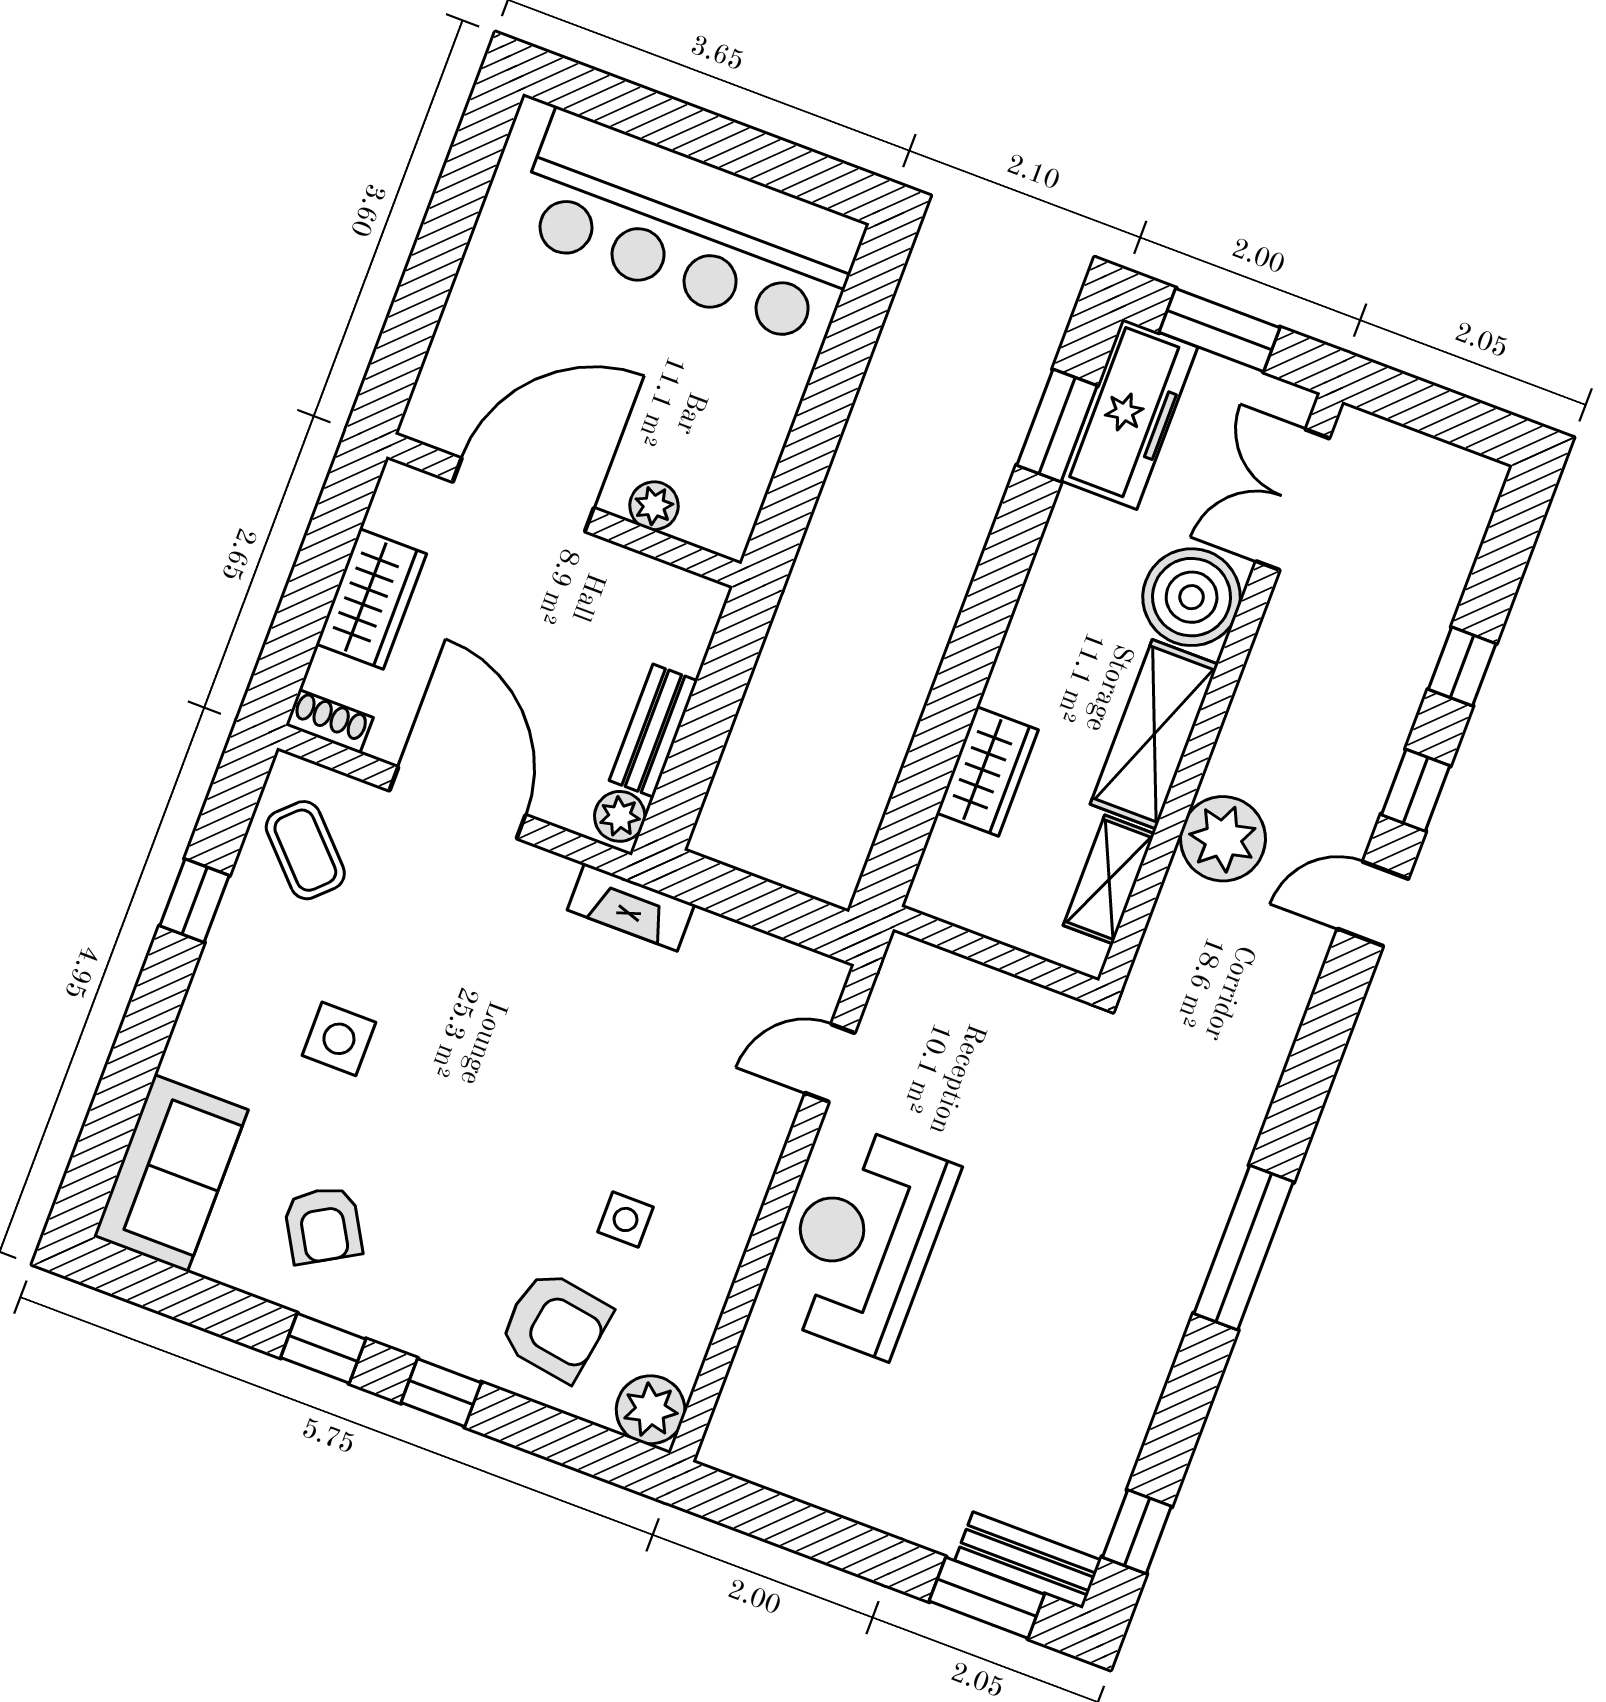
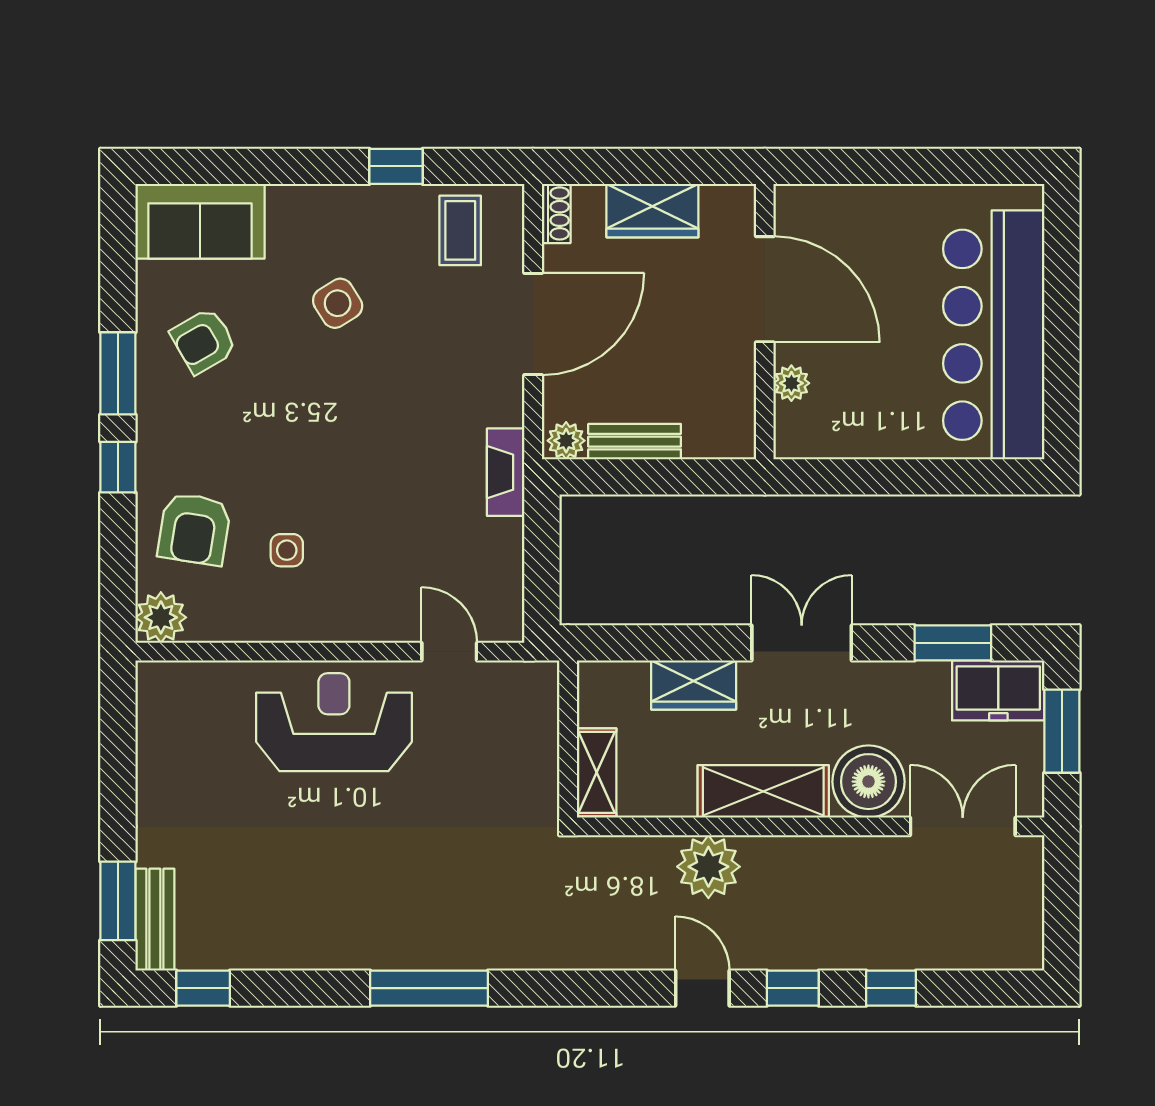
freezer: (1130, 414) -> (998, 690), width x0.71
double door: (986, 616) -> (802, 643), added
coffee table: (305, 850) -> (460, 230), turned -46
shelving: (1109, 880) -> (597, 772), moved, turned 90
side table: (339, 1039) -> (338, 303), turned -32
window: (323, 1348) -> (118, 373), width x1.50

